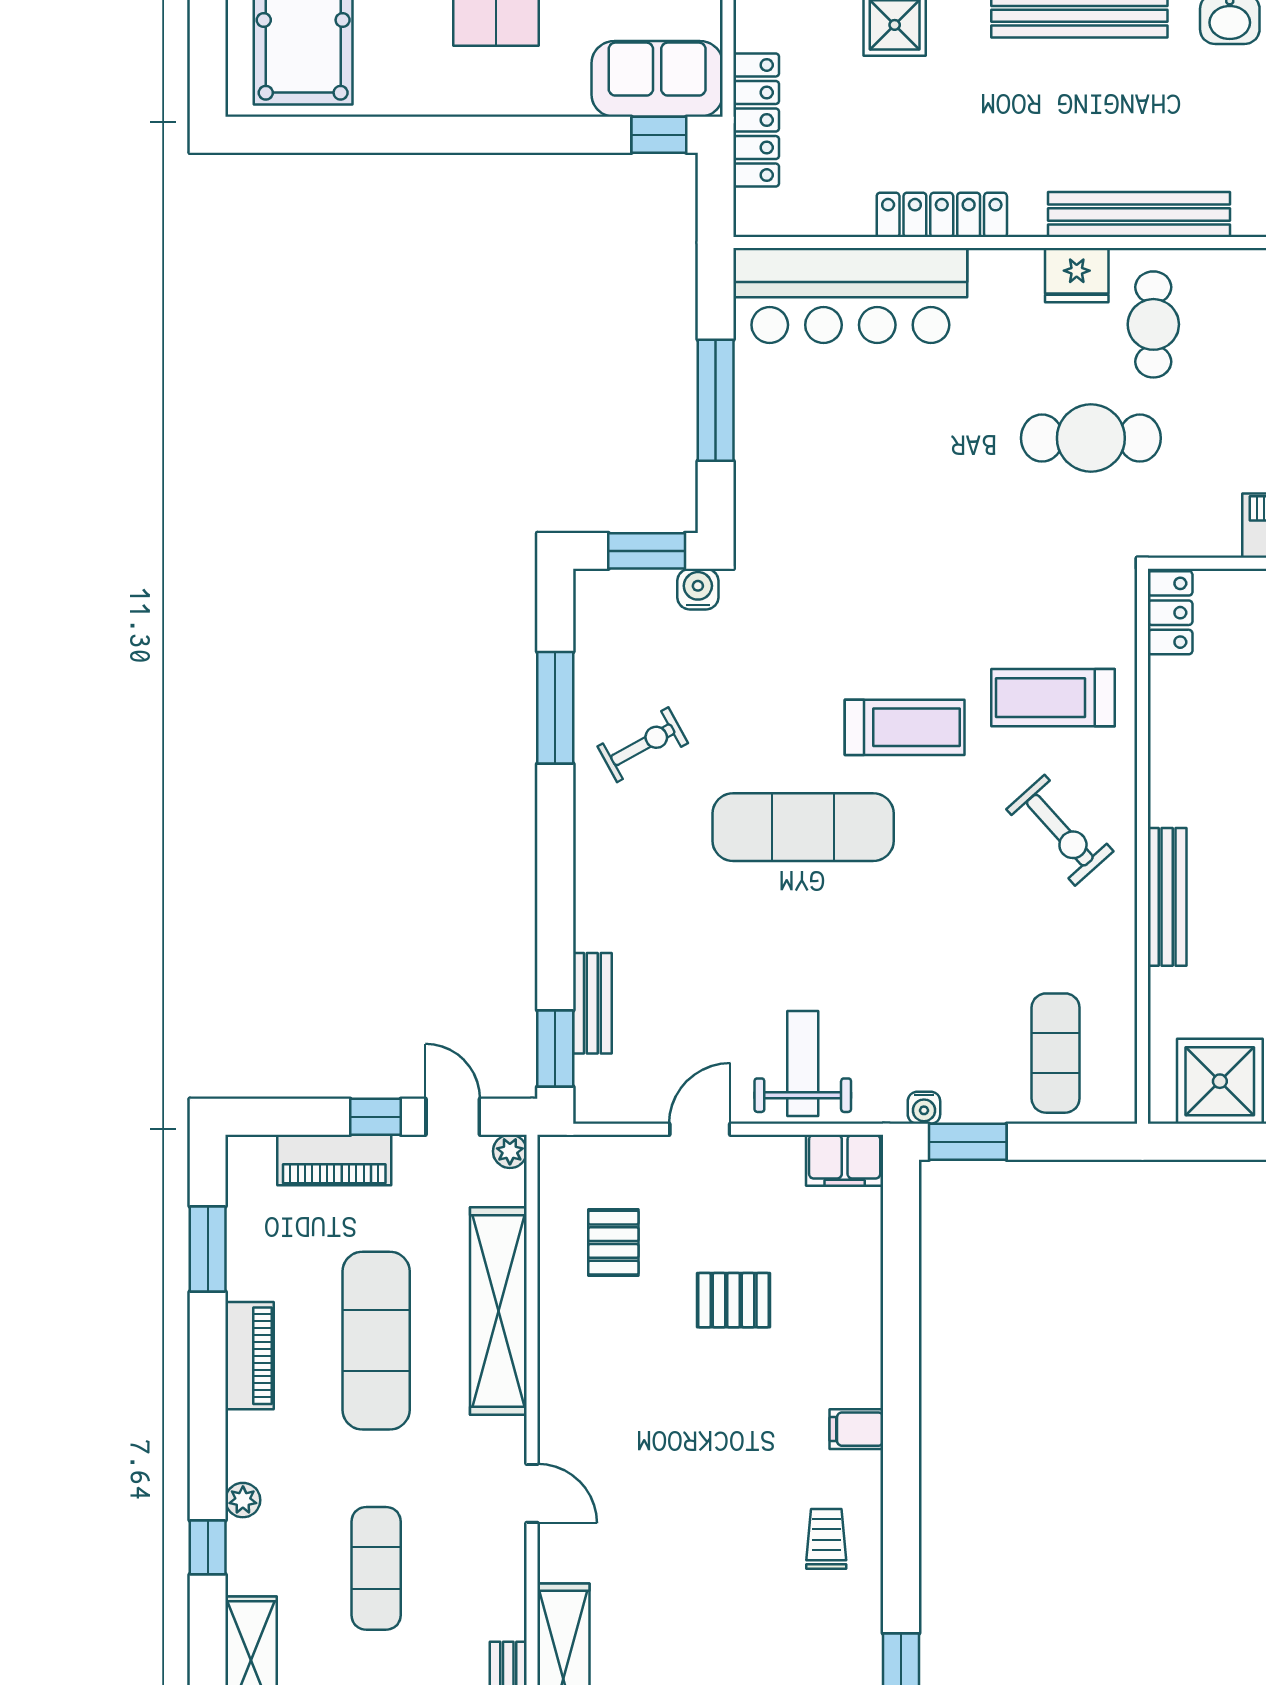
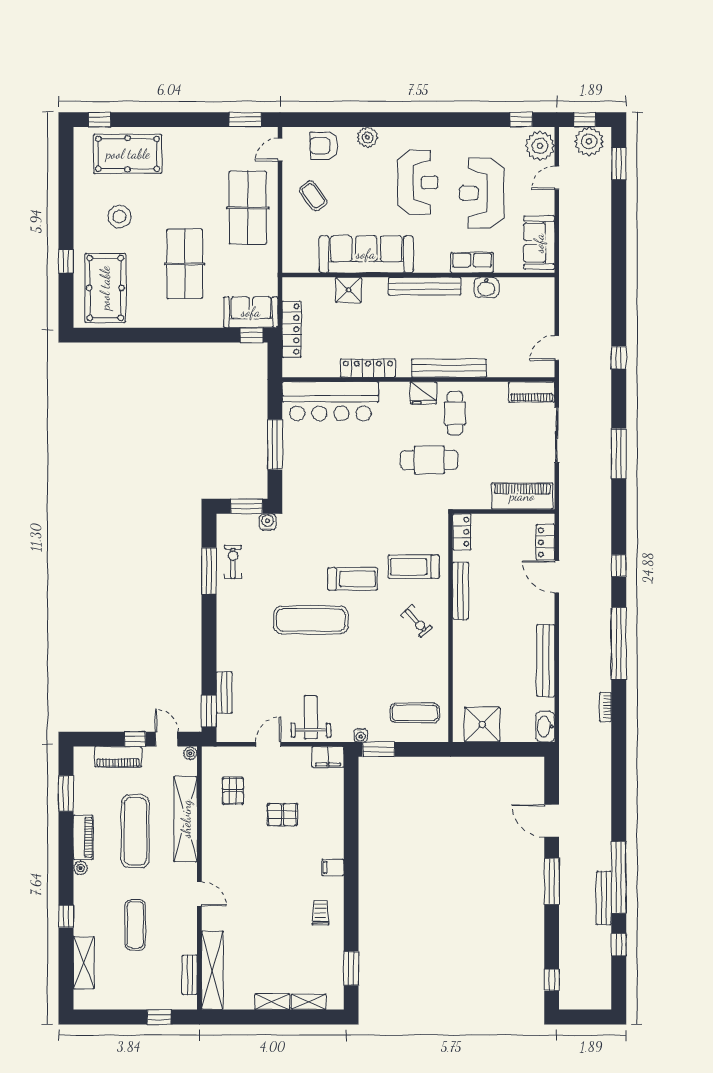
exercise bike: (643, 745) -> (233, 562), moved, turned -61
exercise bike: (1060, 830) -> (416, 621), width x0.73, depth x0.72
bench: (1167, 897) -> (461, 591), moved
exercise mat: (1056, 1053) -> (415, 713), turned 90
plant: (243, 1500) -> (80, 868), moved

